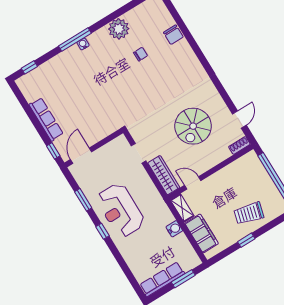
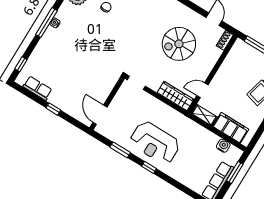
row of seats: (46, 119) -> (38, 88), moved, width x0.68
spiral stairs: (193, 126) -> (179, 44), turned 90
window: (53, 151) -> (53, 109), moved
doorway: (139, 153) -> (136, 83), moved
water cooler: (174, 229) -> (223, 146), moved

